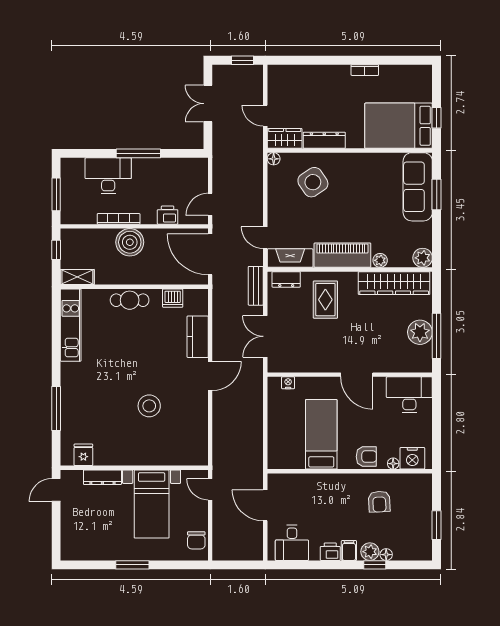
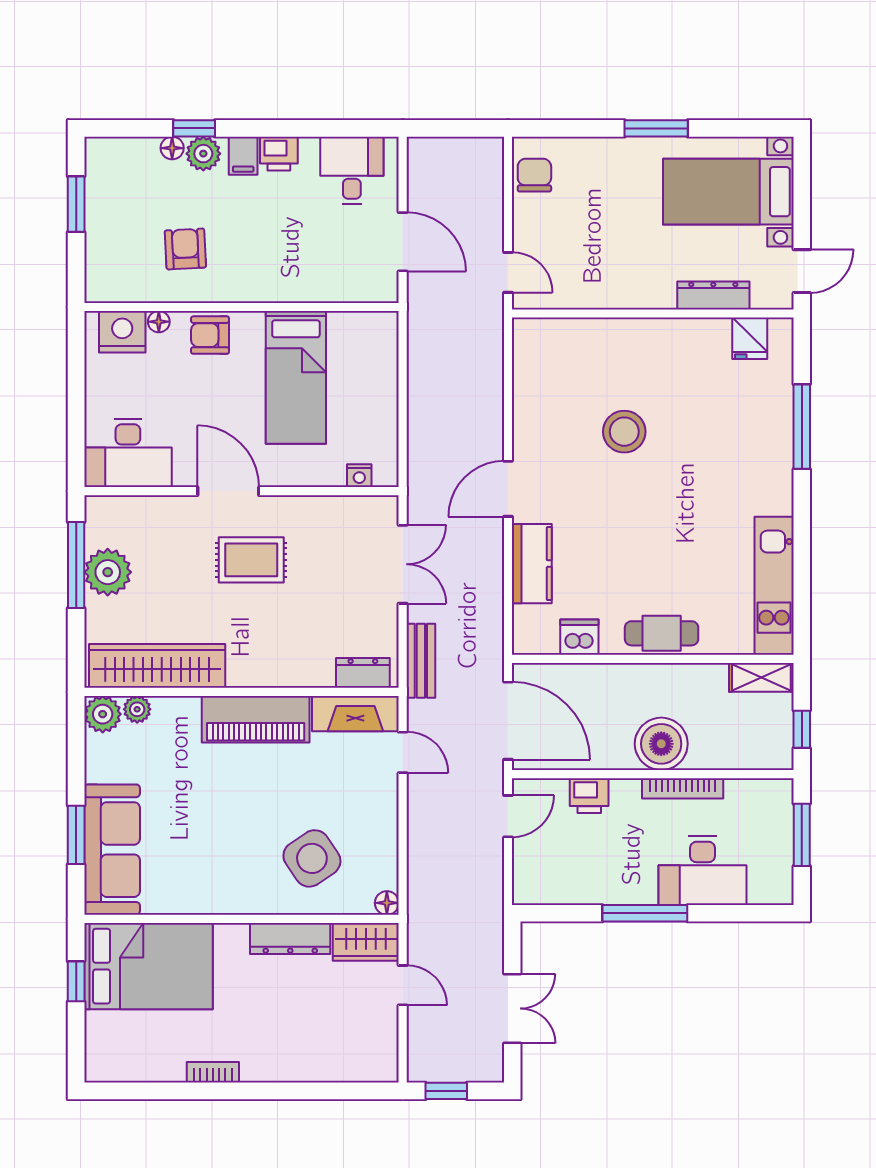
plant: (380, 260) -> (137, 709), moved
rug: (325, 300) -> (251, 560), moved, turned 90
bed with nightstands: (152, 504) -> (728, 192), moved, turned -90

